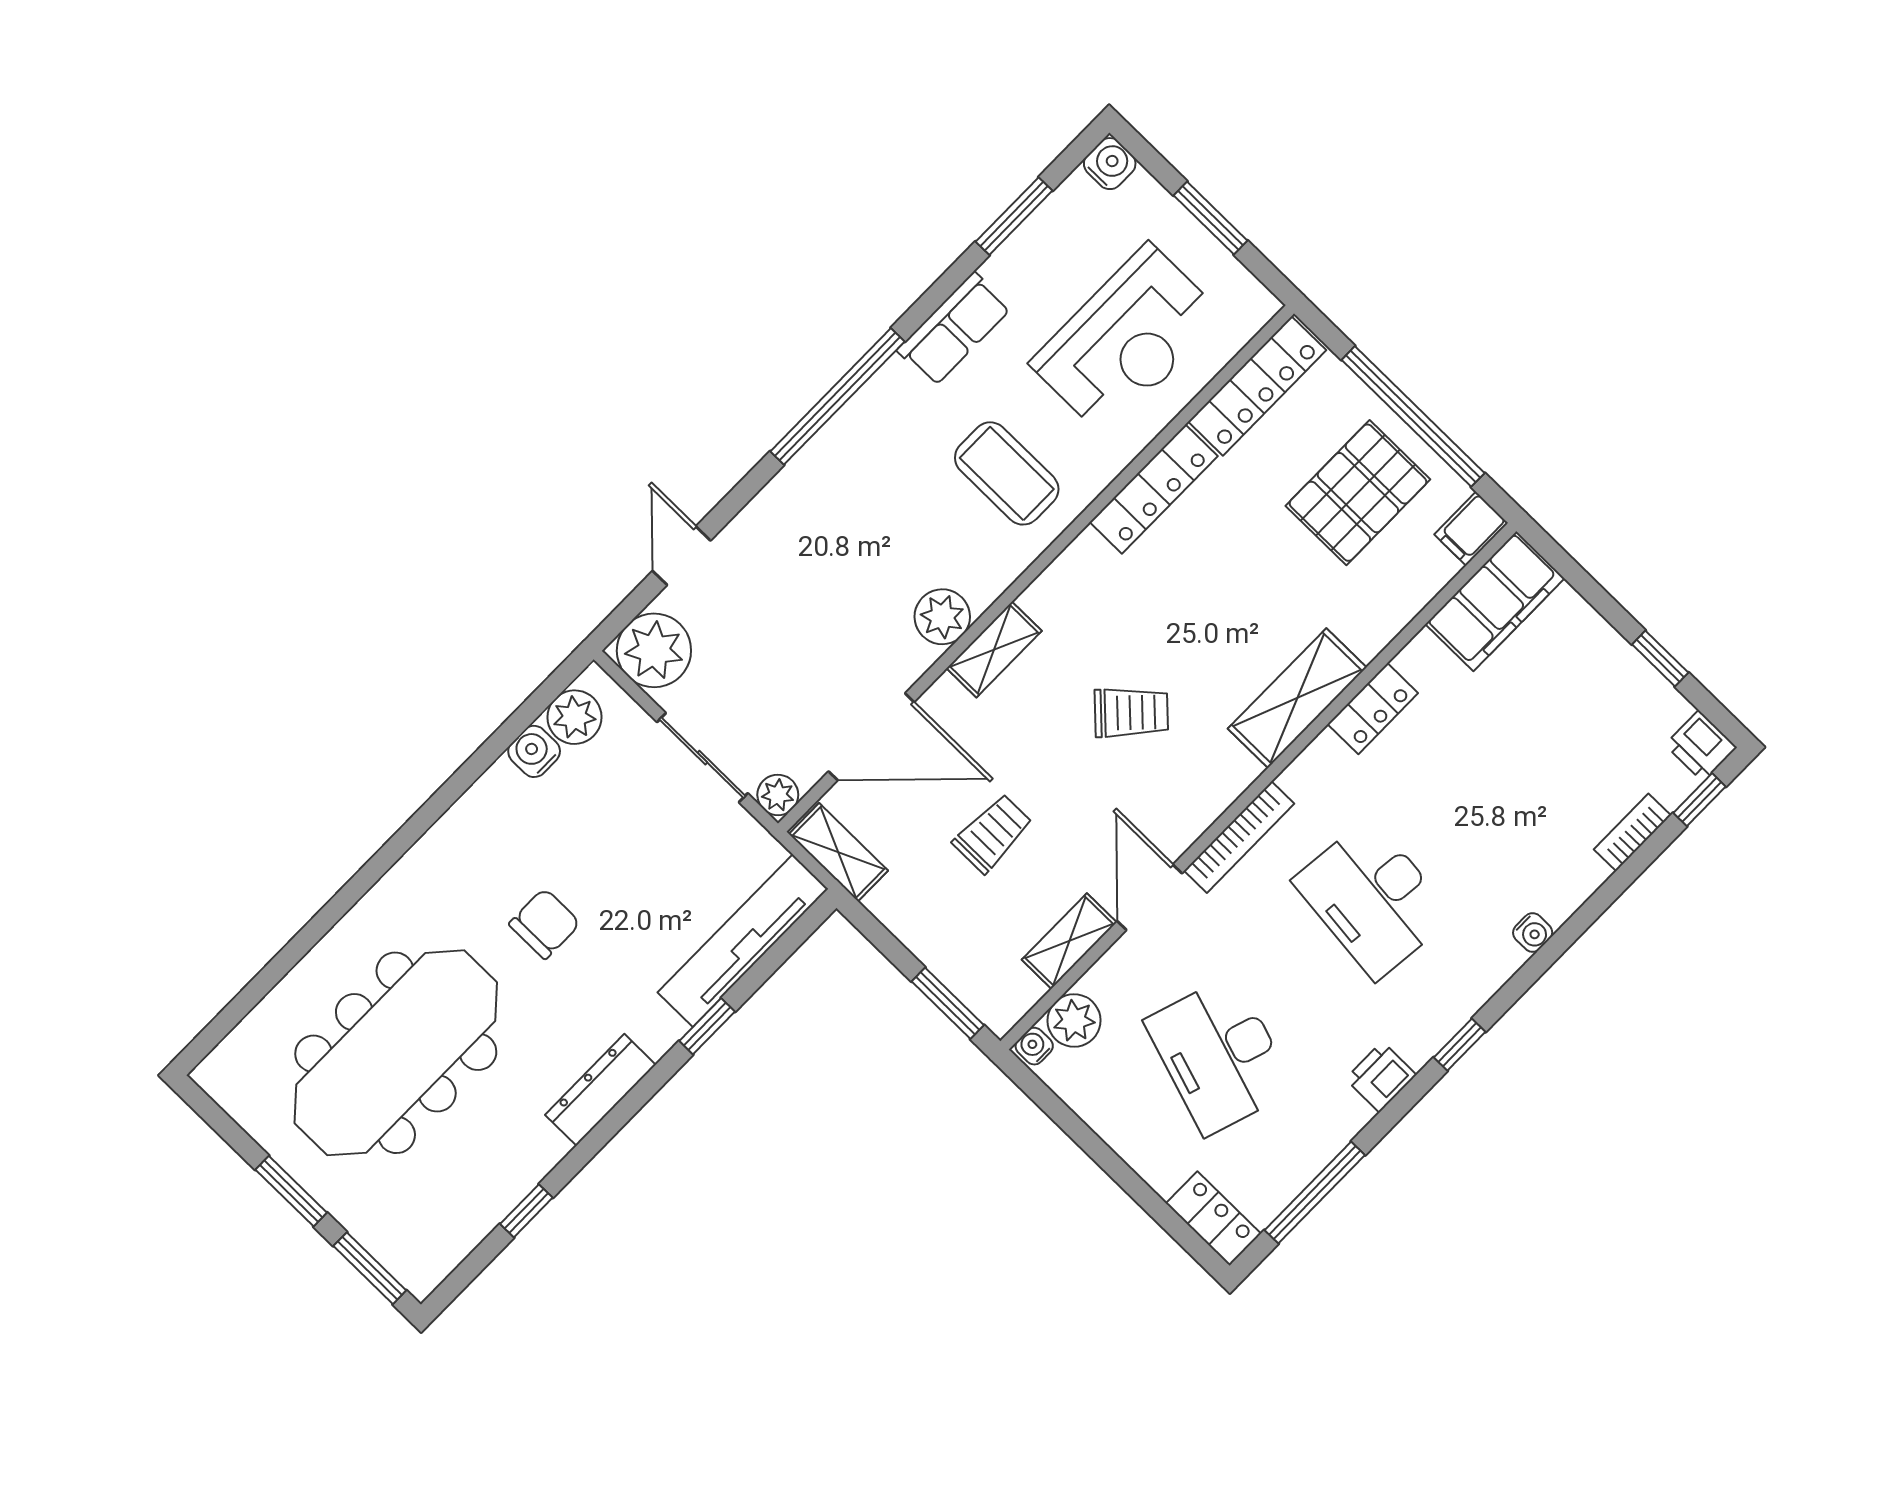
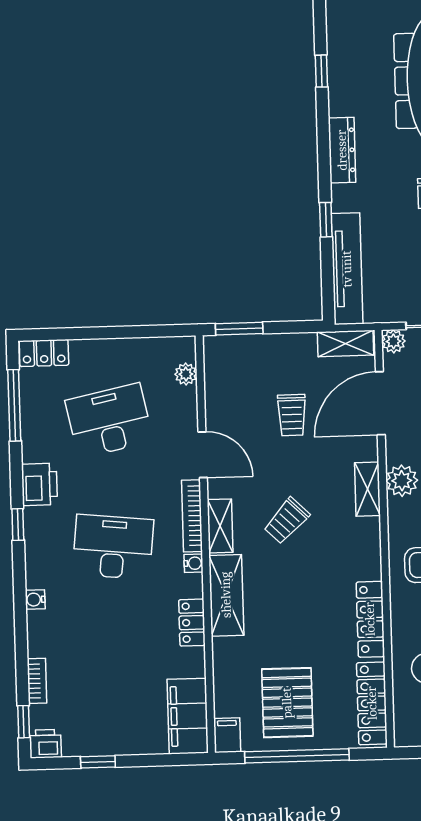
shelving: (1069, 941) -> (220, 526), moved
plant: (1074, 1021) -> (186, 374), width x0.73, depth x0.73
water cooler: (1034, 1046) -> (193, 563), moved
desk: (1220, 1055) -> (109, 421), turned -30
printer: (1381, 1077) -> (39, 484), width x1.36, depth x1.24

